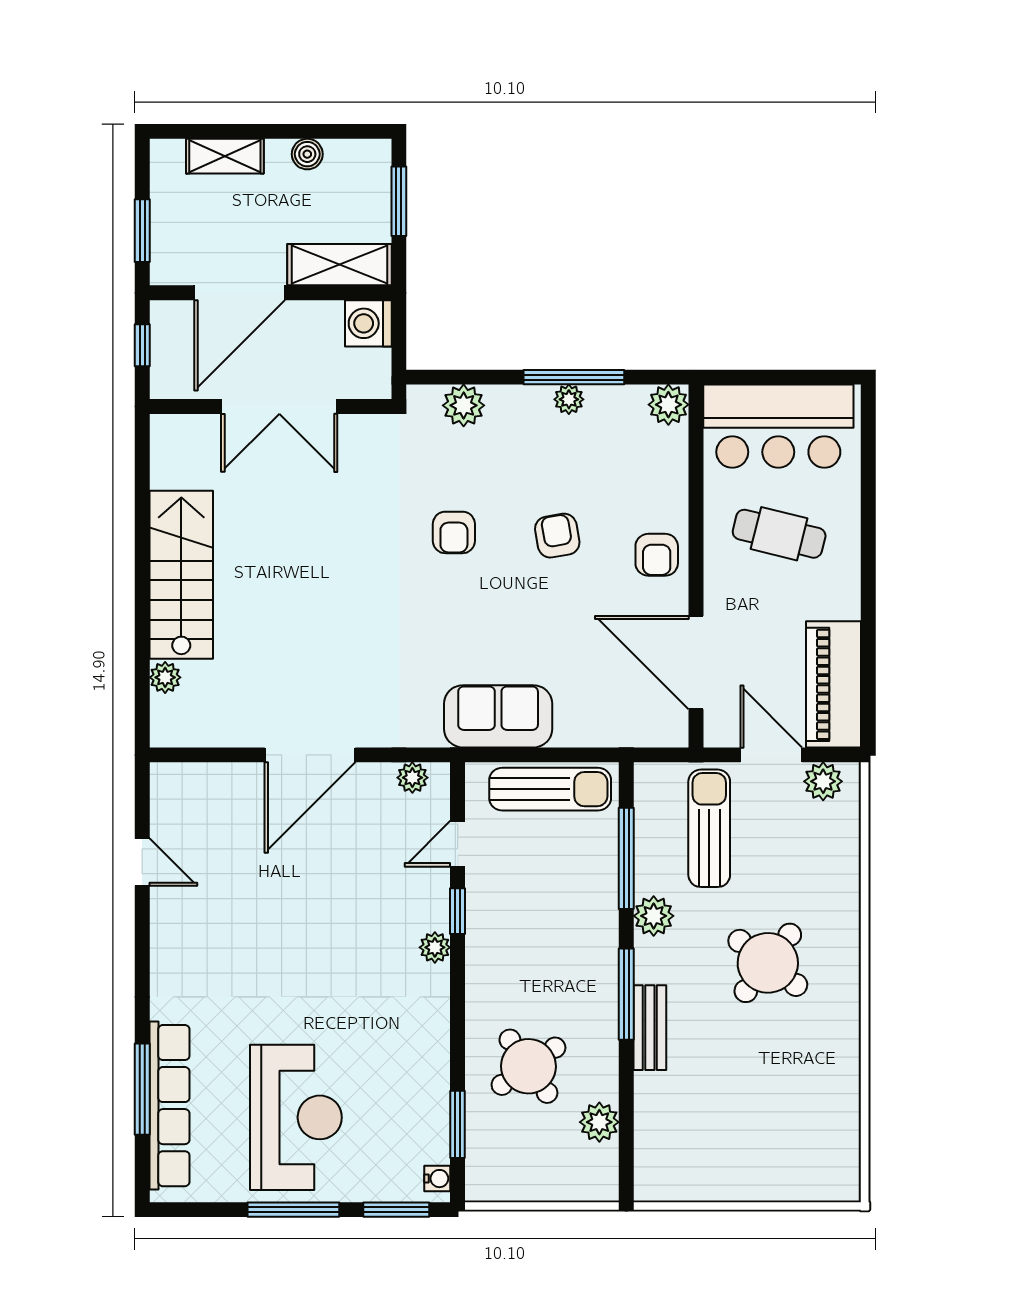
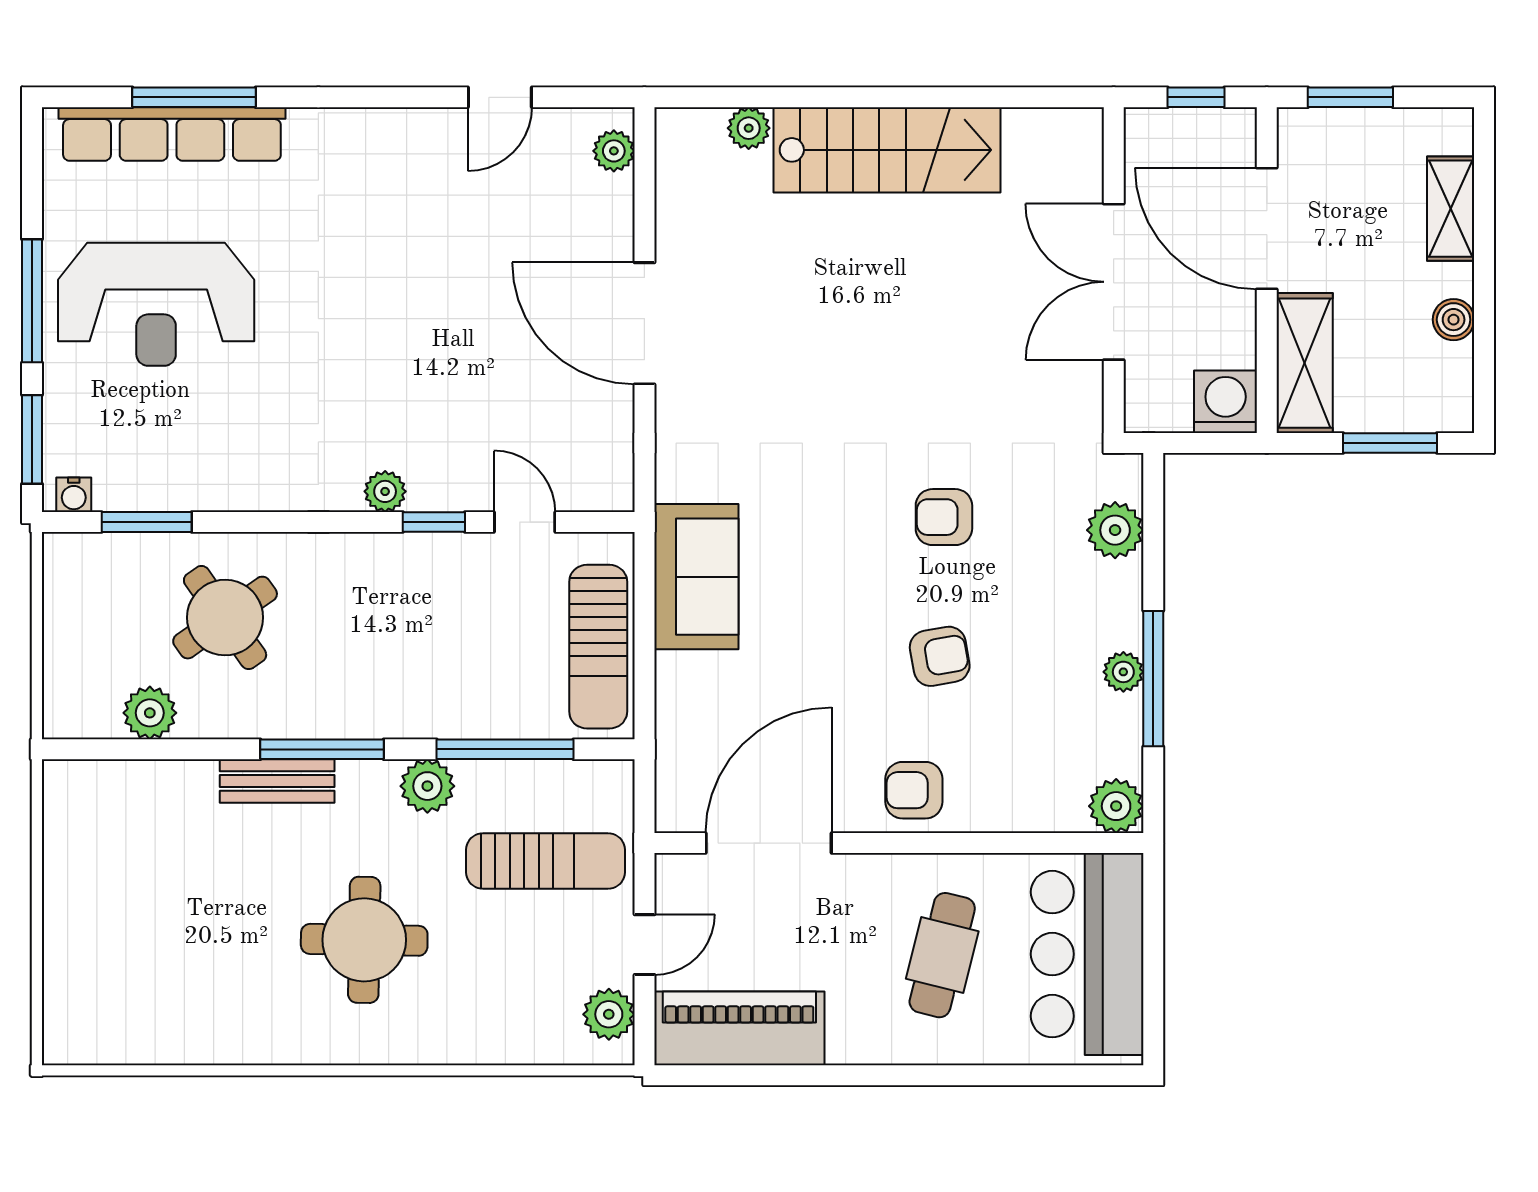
door: (771, 755) -> (644, 945), width x0.73
plant: (412, 778) -> (614, 151), moved
round table: (768, 963) -> (364, 940), turned -37

